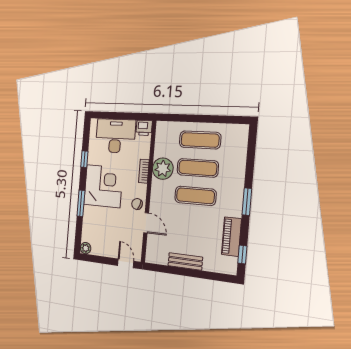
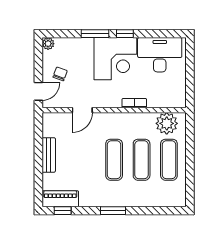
printer: (144, 128) -> (178, 100), removed
desk: (115, 136) -> (160, 55), moved, turned -90
window: (84, 159) -> (125, 34), moved
plant: (163, 169) -> (167, 123), moved
chair: (137, 204) -> (60, 74), moved
piano: (231, 237) -> (60, 199), moved

